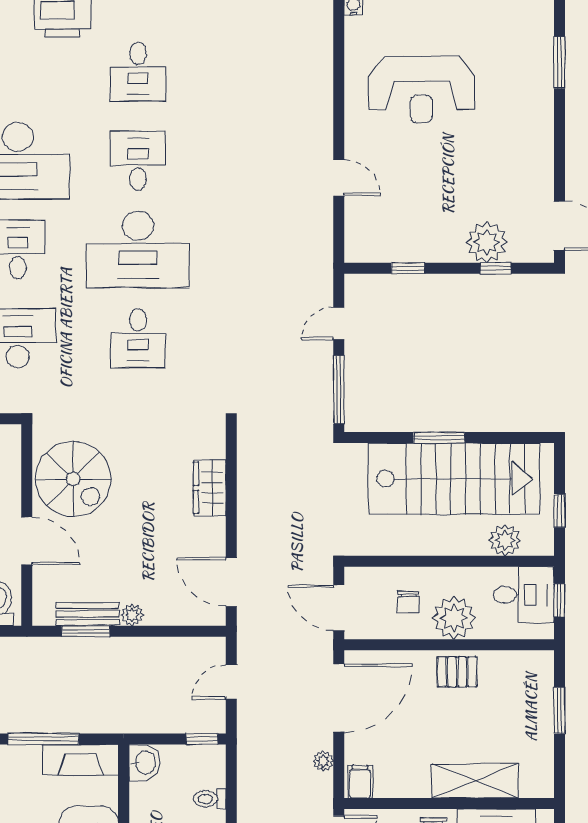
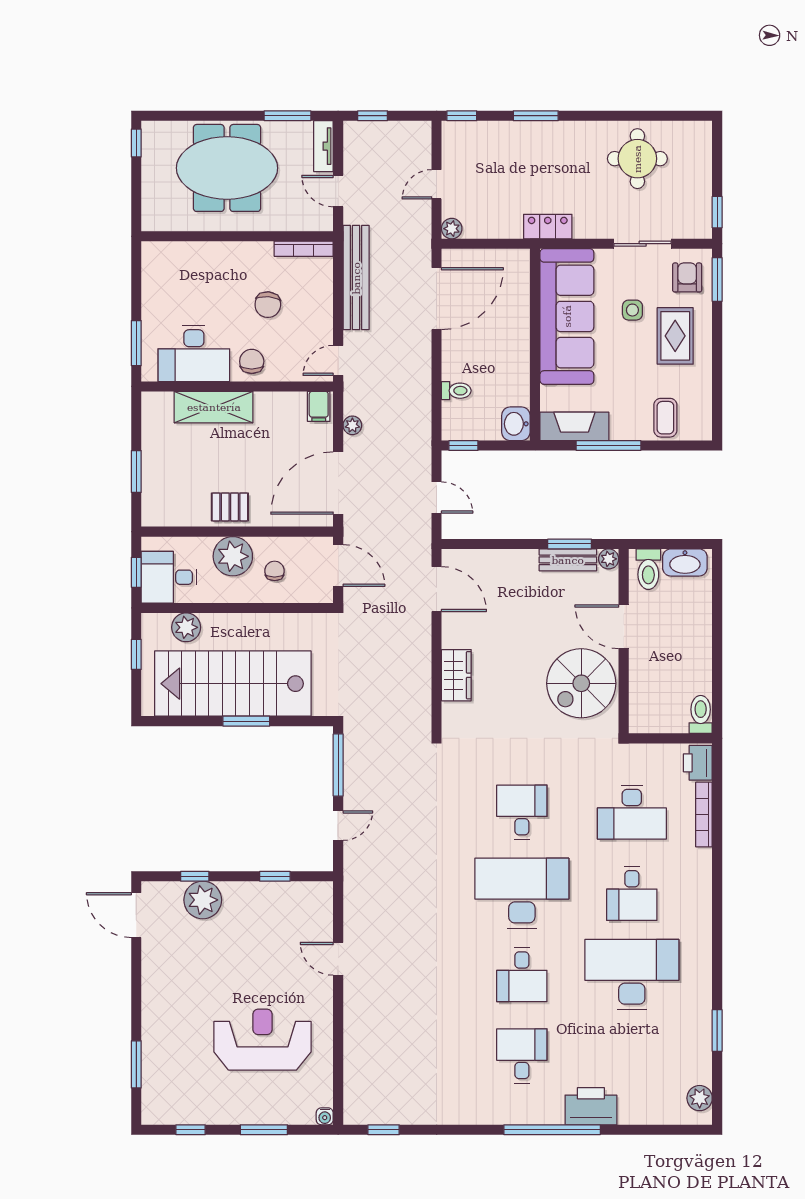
spiral stairs: (73, 479) -> (581, 683), turned -90
plant: (132, 615) -> (609, 559), moved
door: (231, 682) -> (437, 498), hinge flipped

